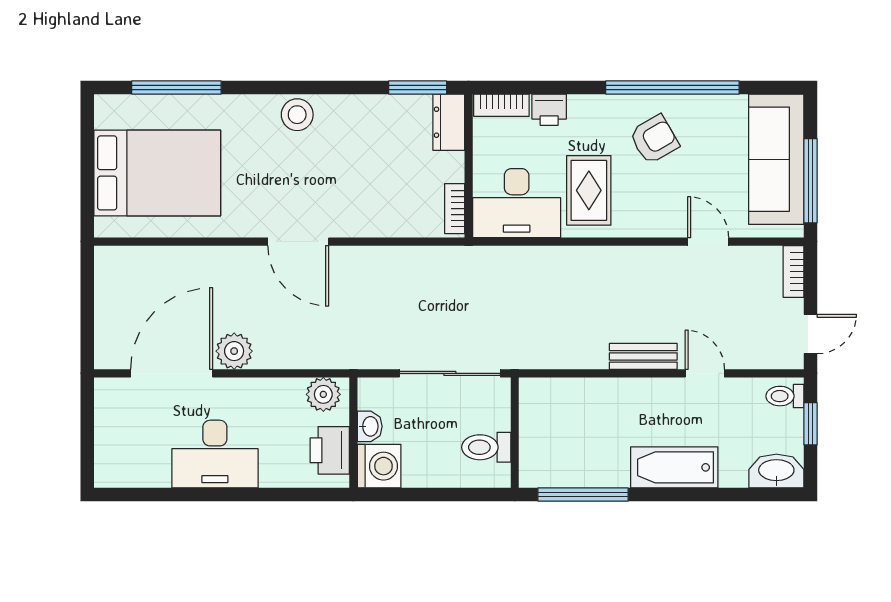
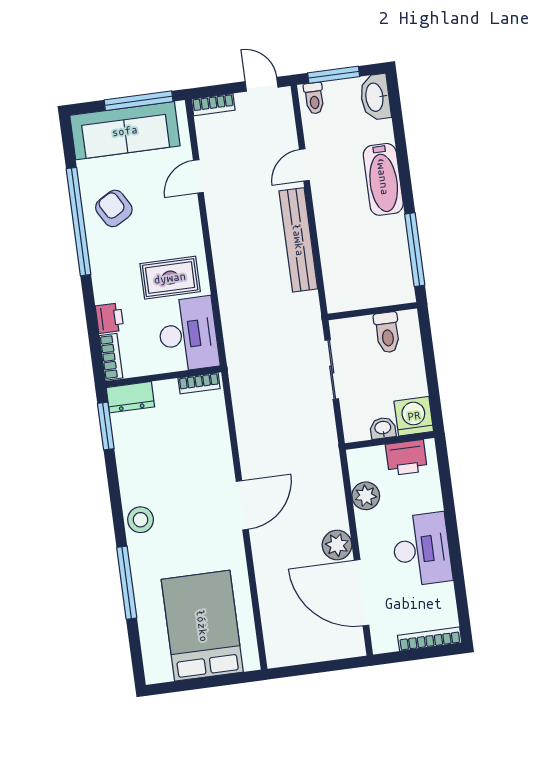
window: (176, 87) -> (127, 583), moved
armchair: (654, 139) -> (114, 208), moved
bench: (643, 356) -> (298, 240), width x1.86, depth x1.21
sliding door: (450, 373) -> (332, 370), width x0.73
plant: (323, 394) -> (366, 496), moved
window: (810, 424) -> (334, 75), width x1.50
bookcase: (104, 449) -> (430, 639), added

